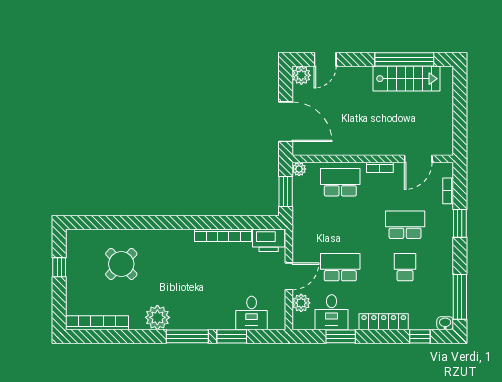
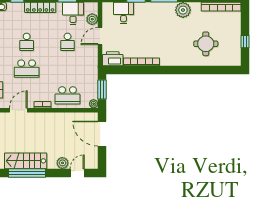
plant: (301, 75) -> (62, 163), moved
round table: (121, 264) -> (206, 44), turned 45
school desk: (340, 267) -> (68, 42), width x0.54

